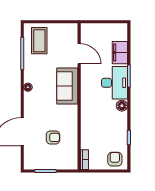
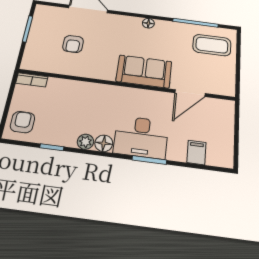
filing cabinet: (120, 53) -> (197, 152), width x0.50
plant: (122, 117) -> (85, 142), added
armchair: (115, 159) -> (22, 122), turned -90

